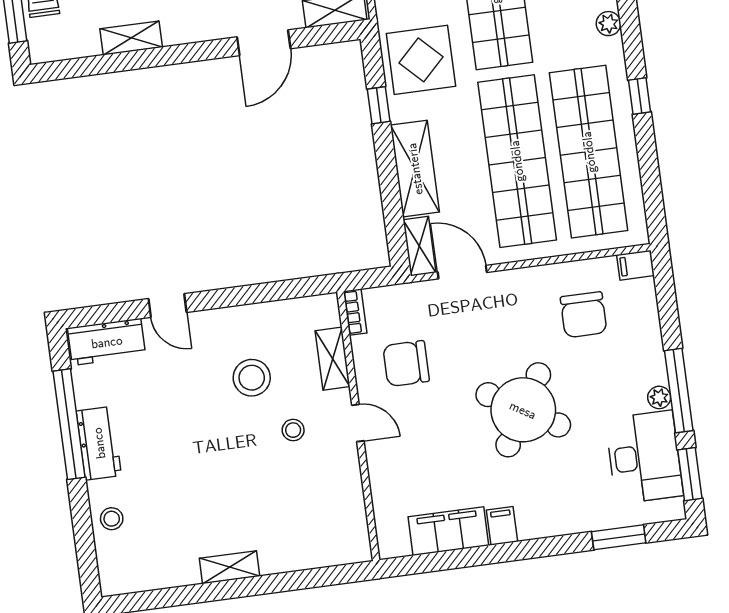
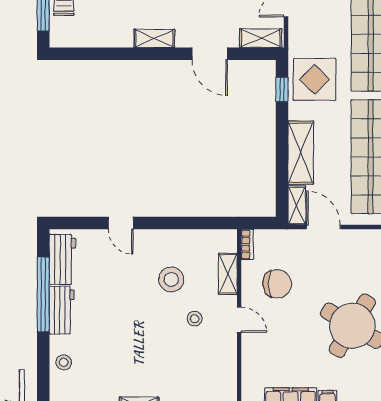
shelving: (131, 38) -> (154, 38), moved
door: (264, 43) -> (210, 54), hinge flipped
window: (379, 105) -> (282, 89), moved
workbench: (107, 342) -> (62, 259), moved, turned -90
chair: (406, 364) -> (277, 284), turned 180

